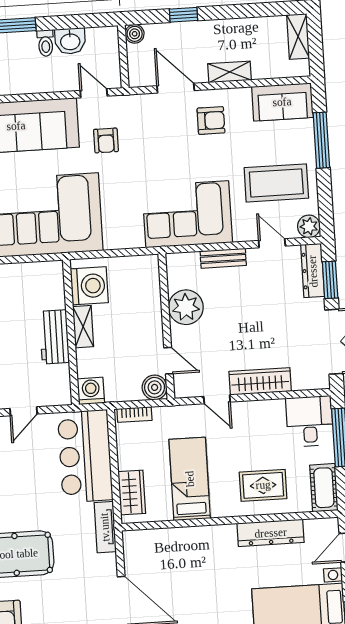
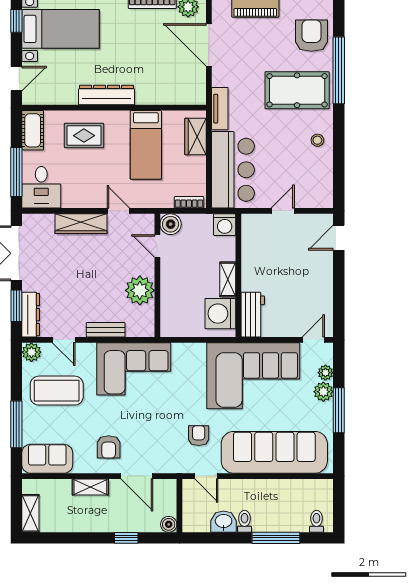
armchair: (211, 121) -> (109, 447), turned -90
workbench: (54, 337) -> (253, 315), moved
dresser: (271, 533) -> (107, 95), moved

